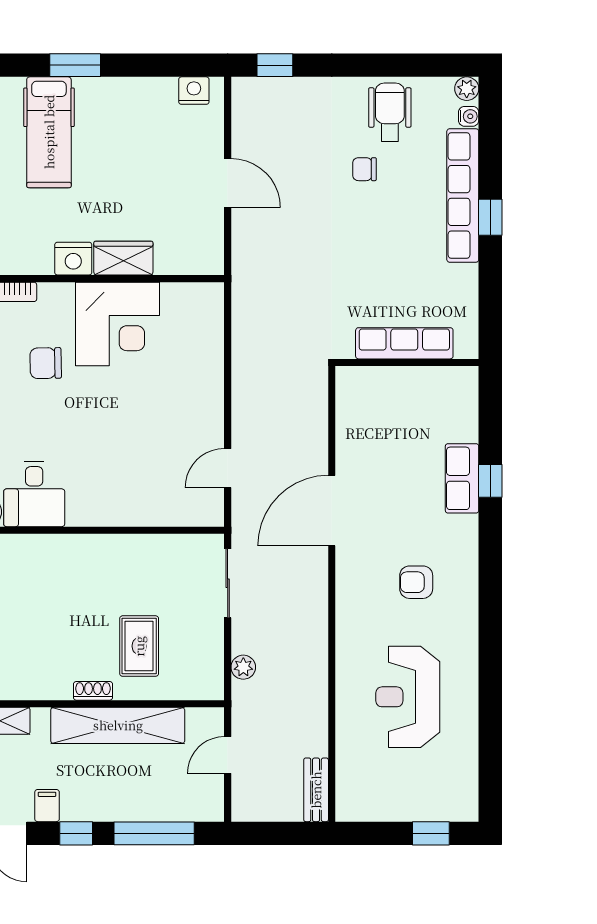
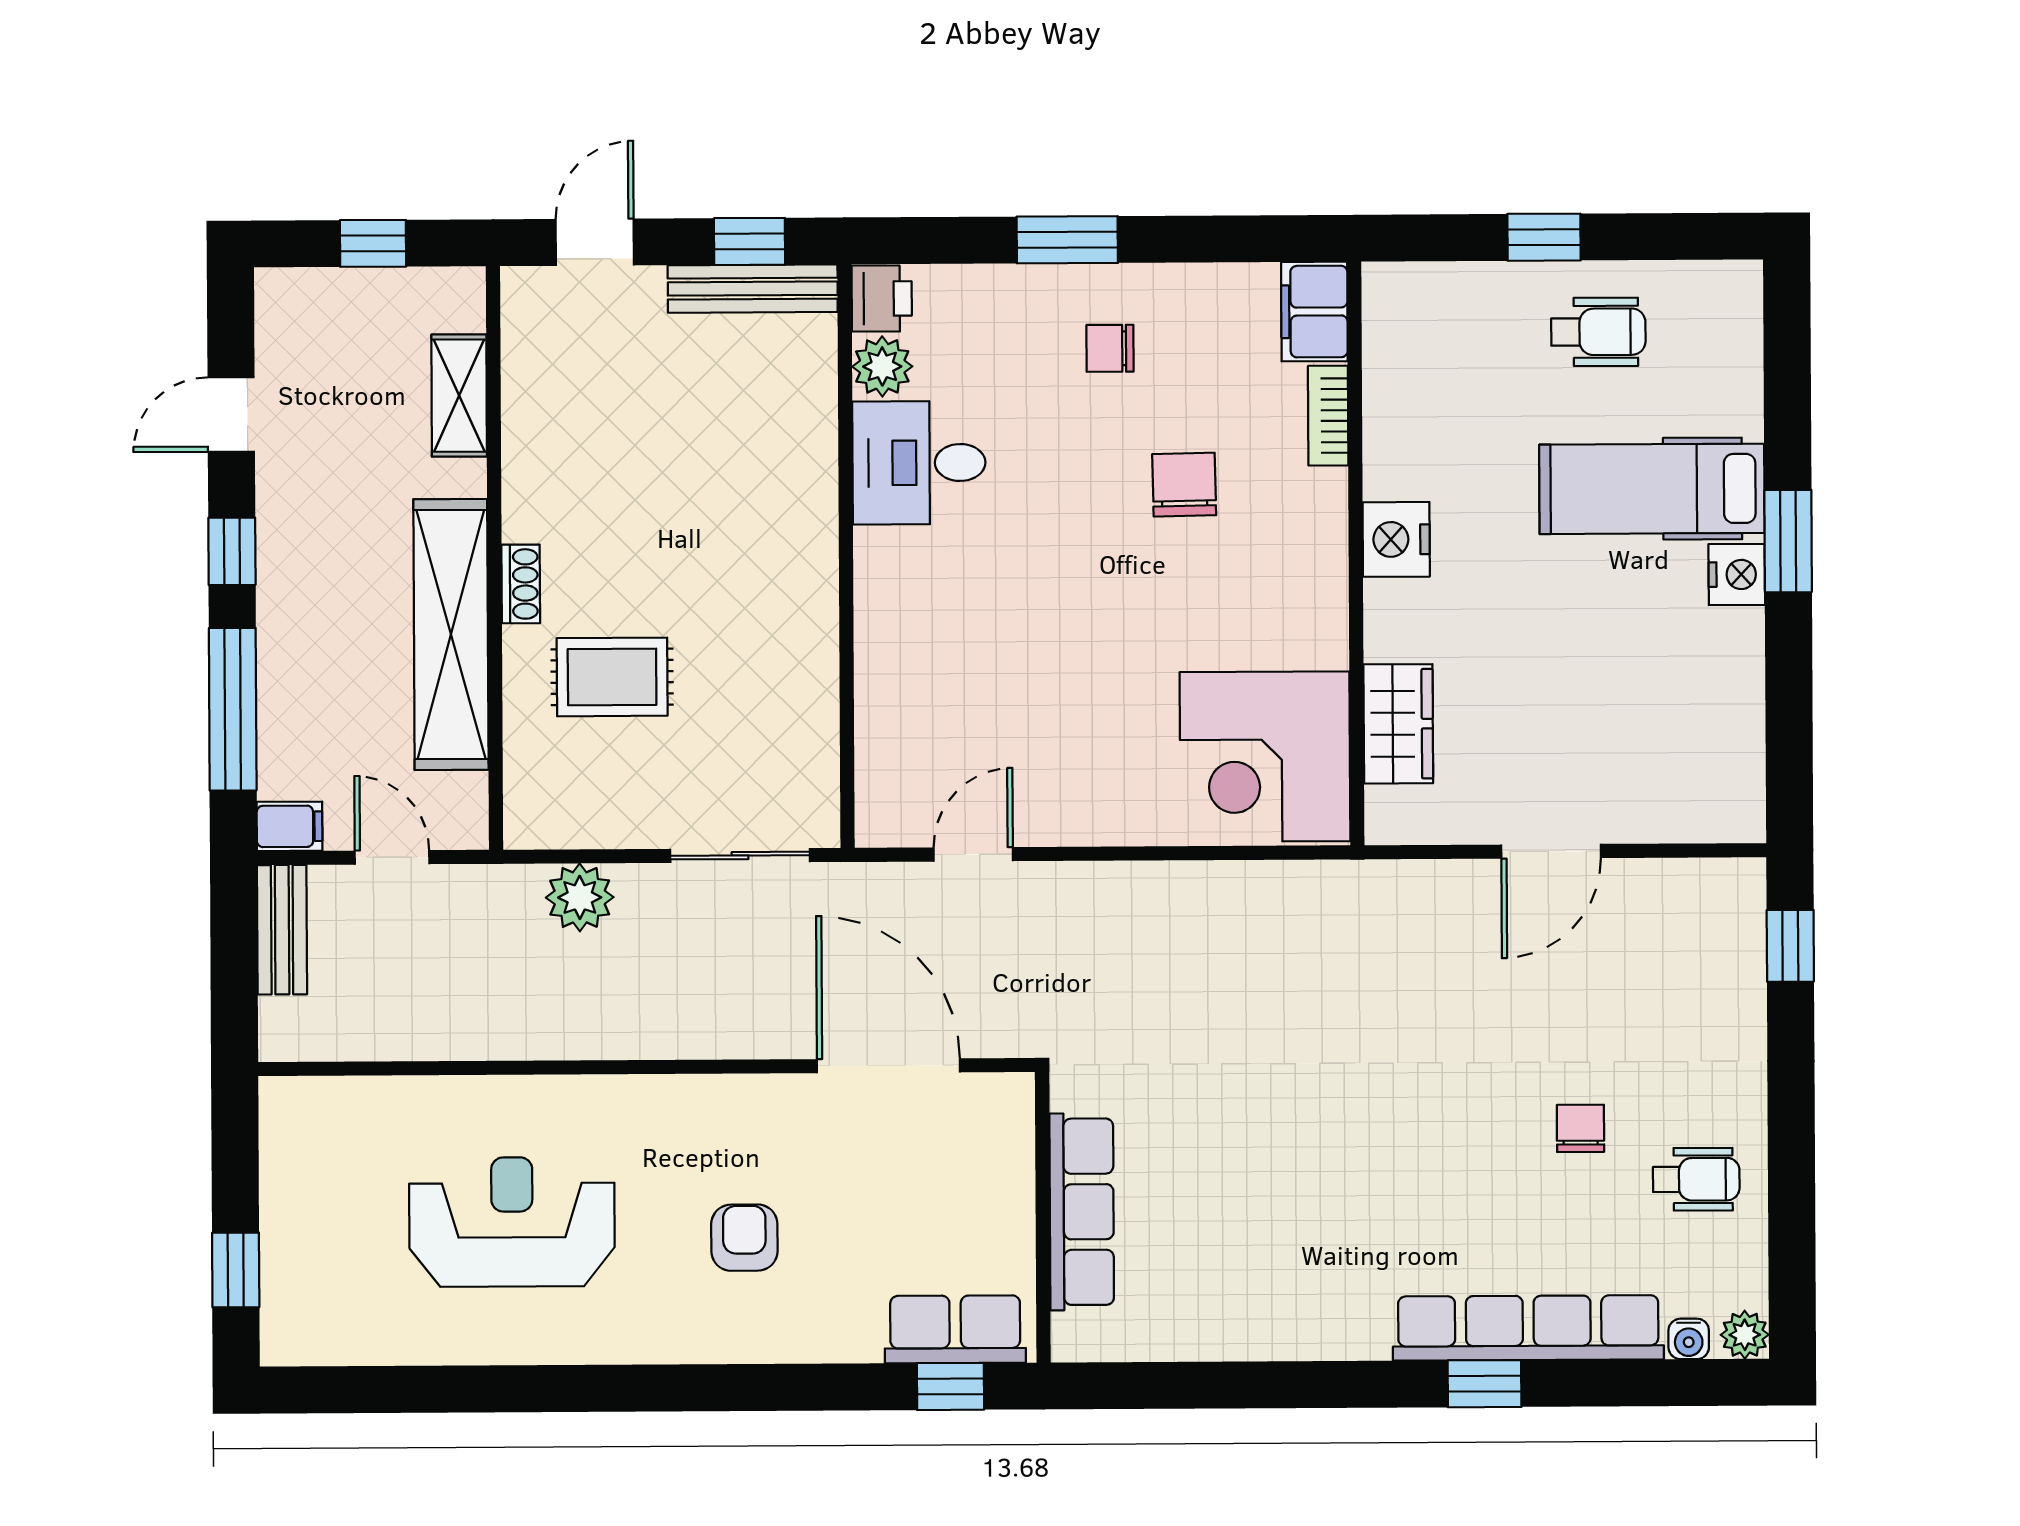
nightstand: (194, 91) -> (1737, 574), moved
wheelchair: (390, 112) -> (1696, 1179), width x0.73, depth x0.73
wardrobe: (123, 258) -> (1398, 724), moved
corner desk: (118, 324) -> (1265, 757), moved
row of seats: (404, 343) -> (1082, 1212), moved
wall: (407, 362) -> (1043, 1217), moved
door: (228, 468) -> (973, 854), hinge flipped
plant: (243, 667) -> (580, 897), width x1.38, depth x1.38
bench: (316, 790) -> (282, 930), moved, turned 90
filing cabinet: (47, 806) -> (290, 826), moved

